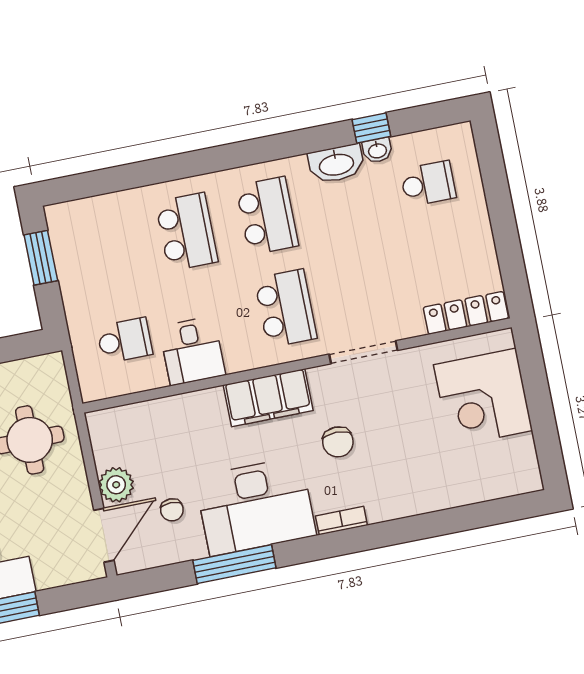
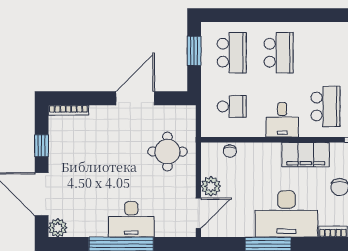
school desk: (267, 216) -> (232, 53), moved
desk: (192, 351) -> (282, 120), moved
chair: (172, 510) -> (230, 151), moved

